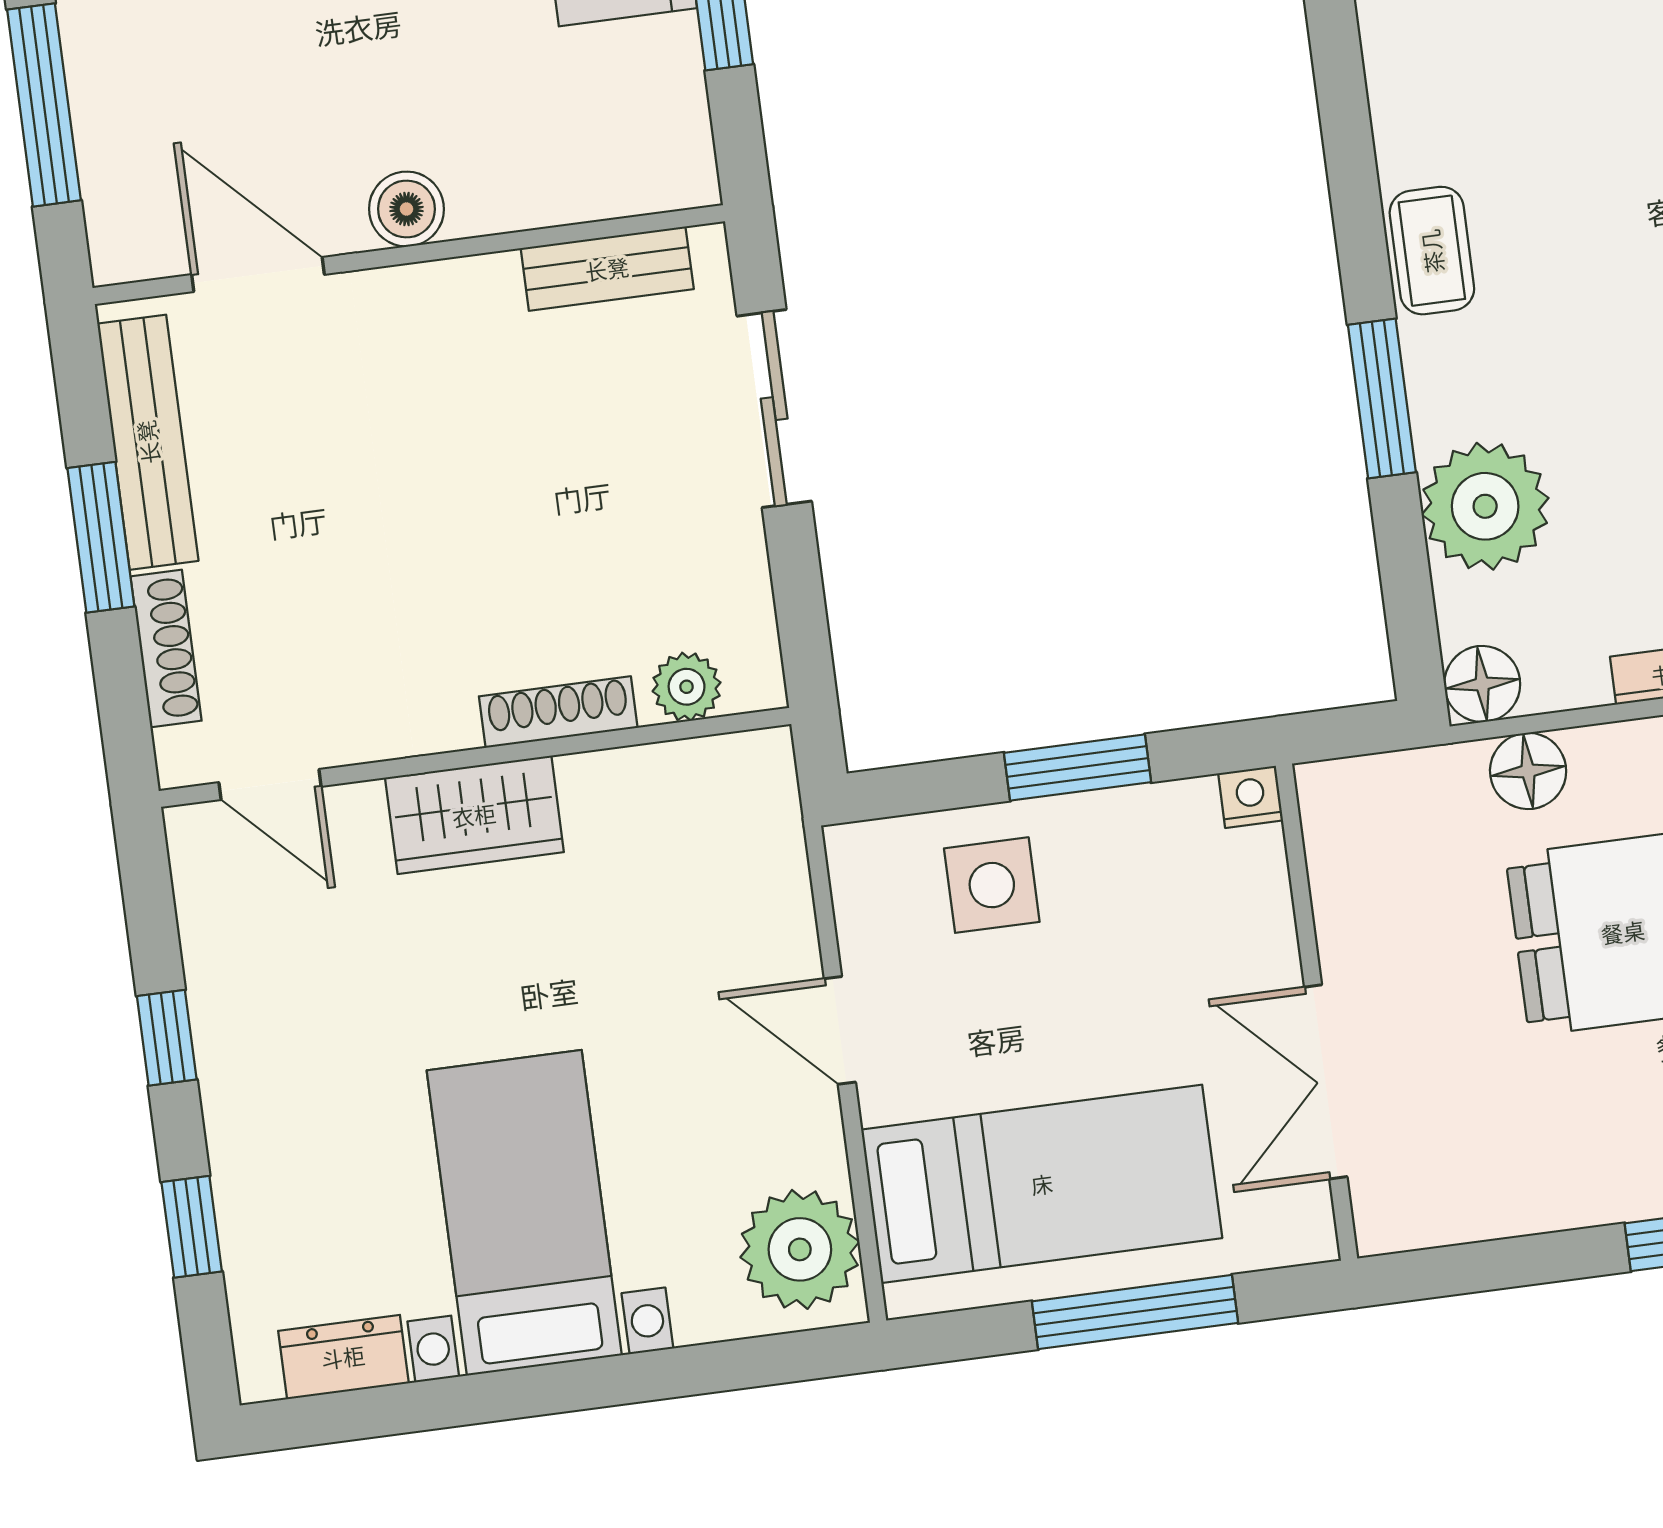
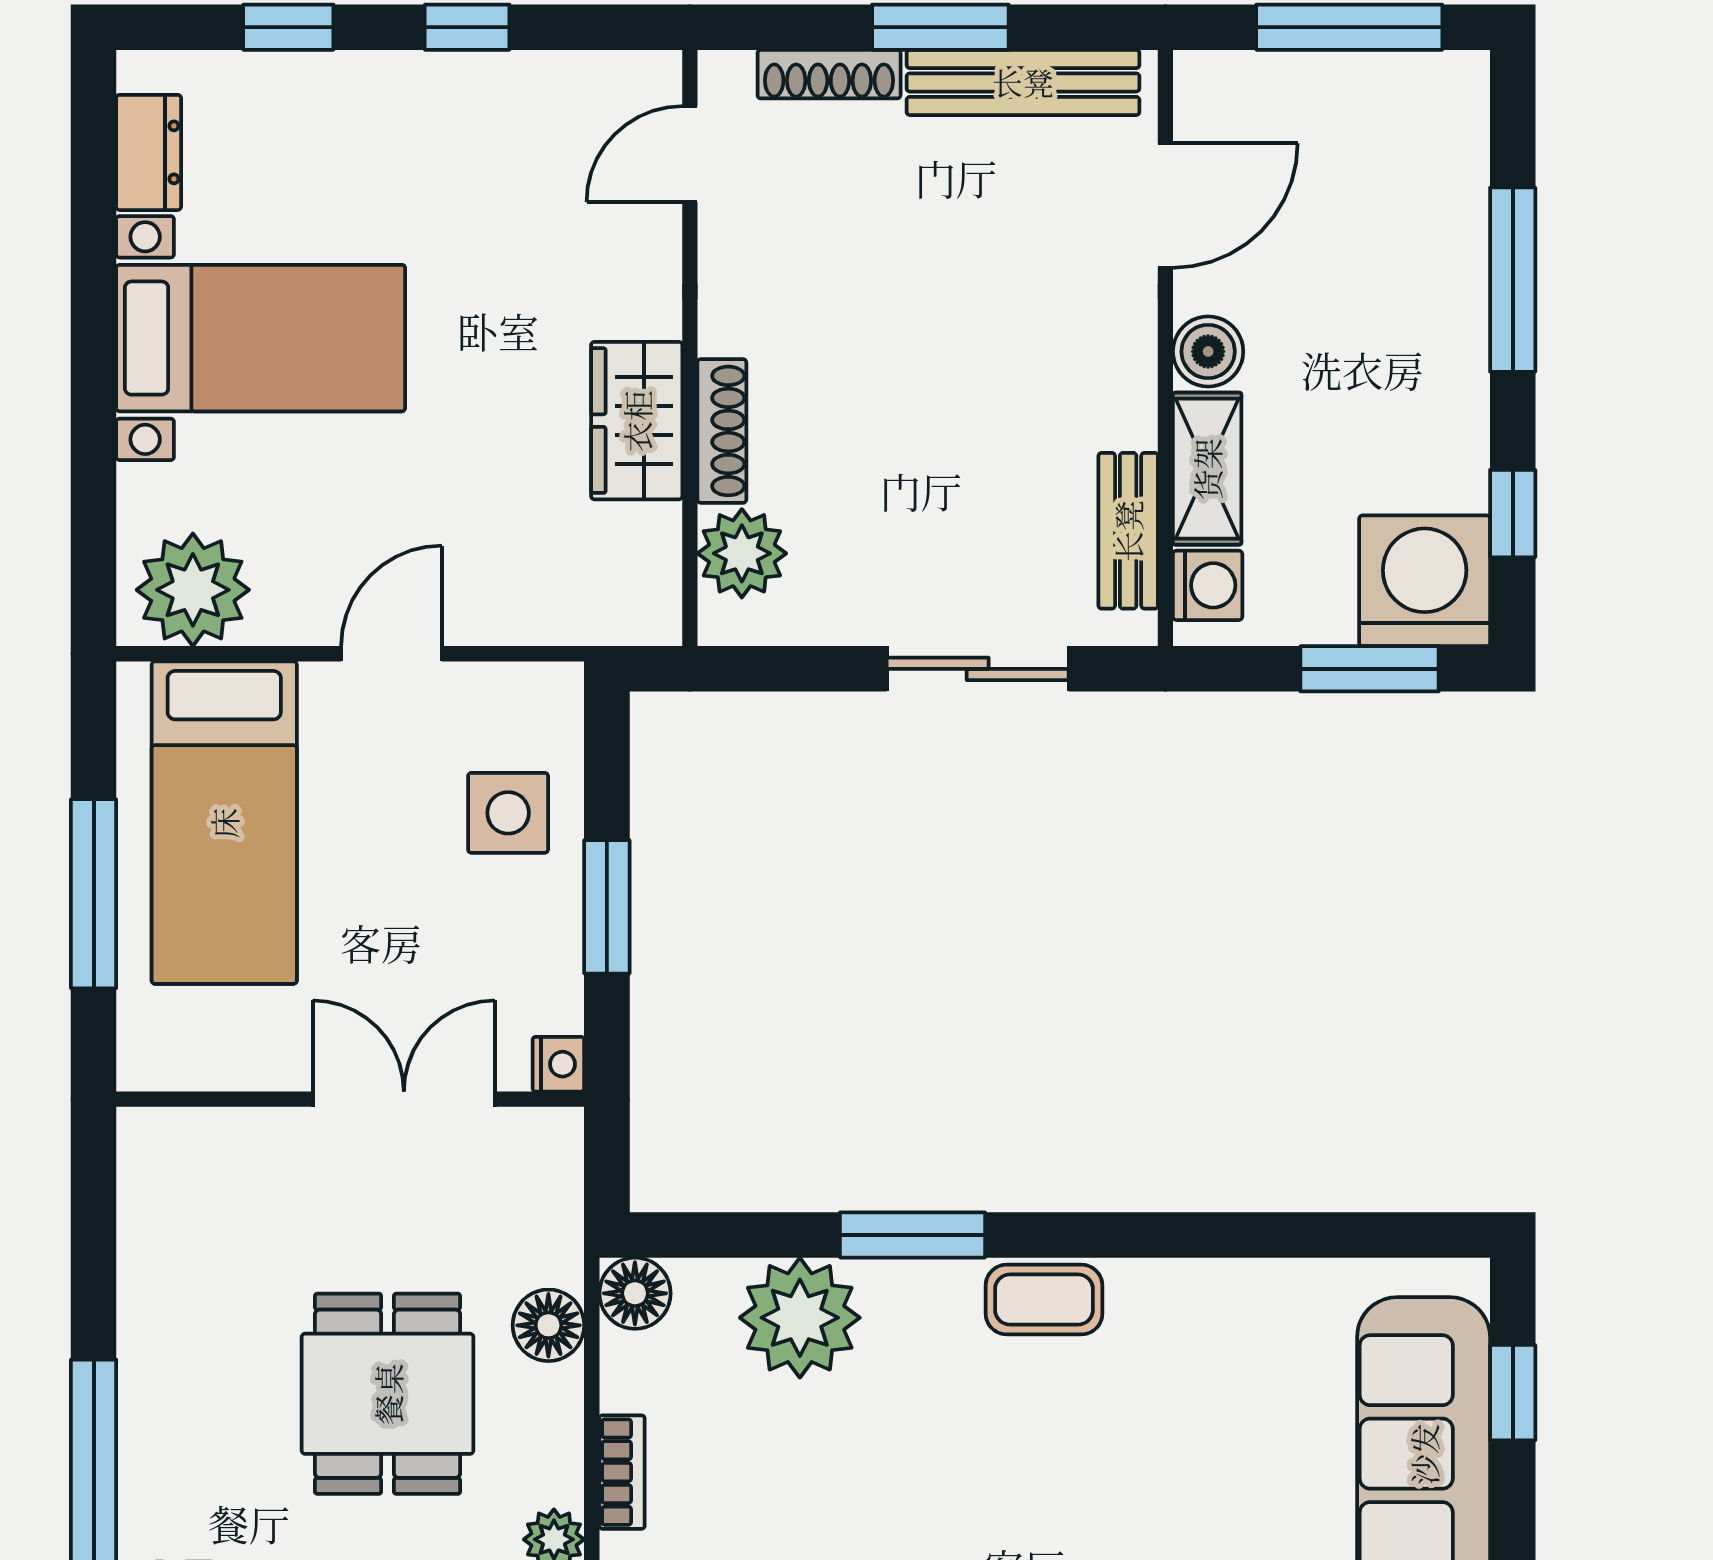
washing machine: (654, 177) -> (1208, 585), added
shelving: (531, 194) -> (1207, 469), added
plant: (687, 687) -> (742, 553), width x1.38, depth x1.38
wardrobe: (474, 815) -> (637, 421), moved
double door: (1326, 1082) -> (404, 1099), moved

